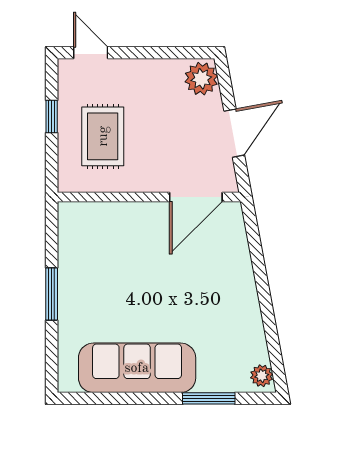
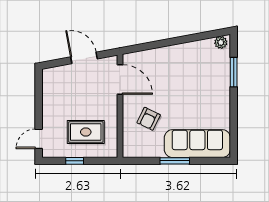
plant: (201, 79) -> (53, 76), removed
armchair: (126, 248) -> (149, 119), added
sofa: (137, 368) -> (197, 144), moved, turned 90

